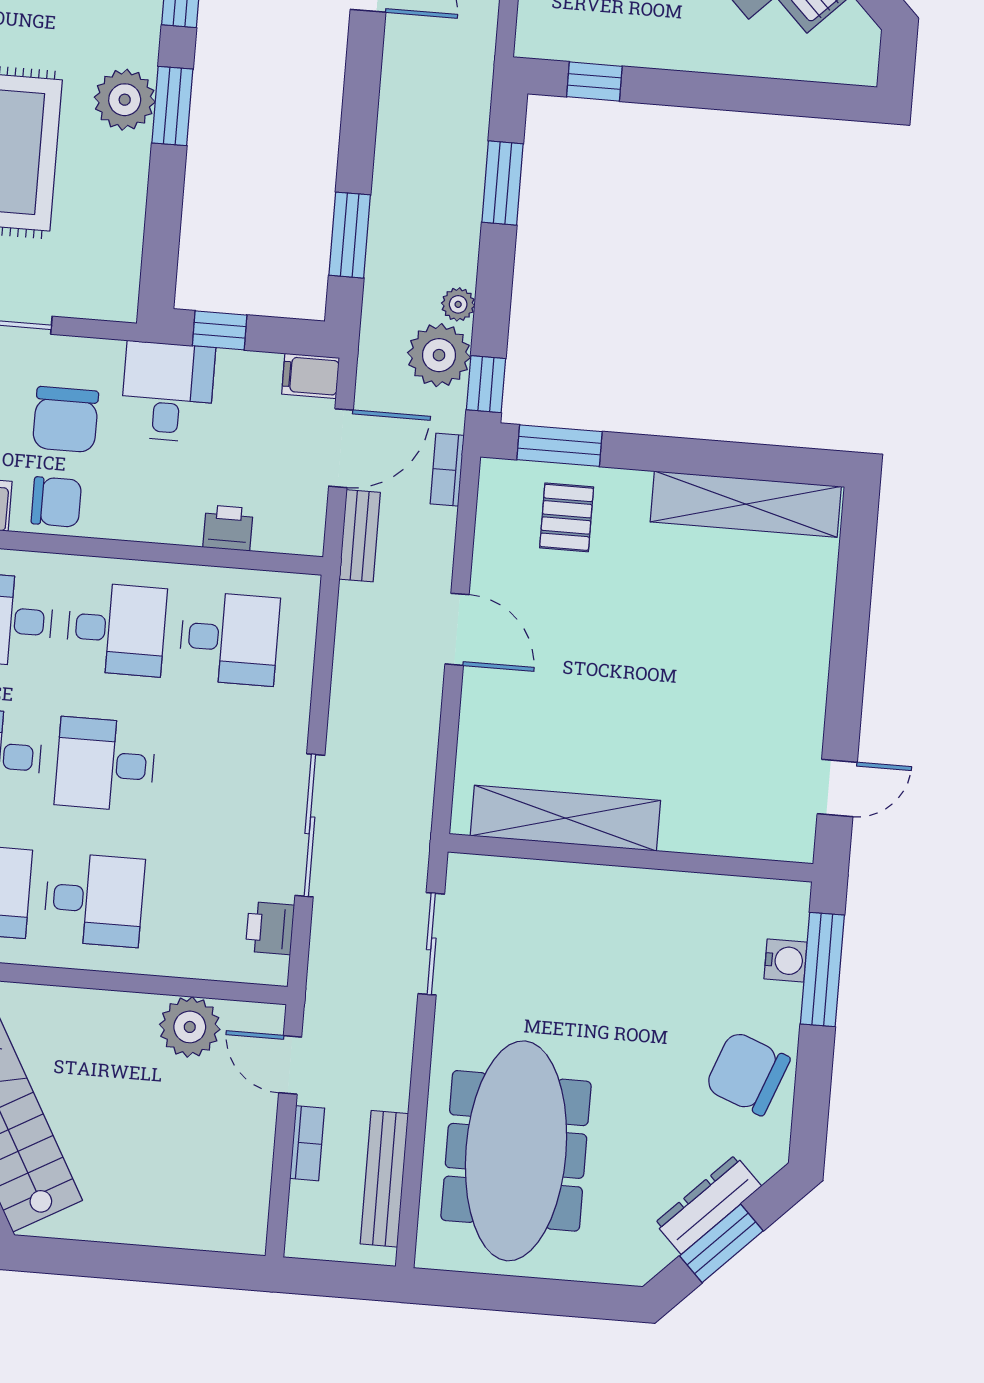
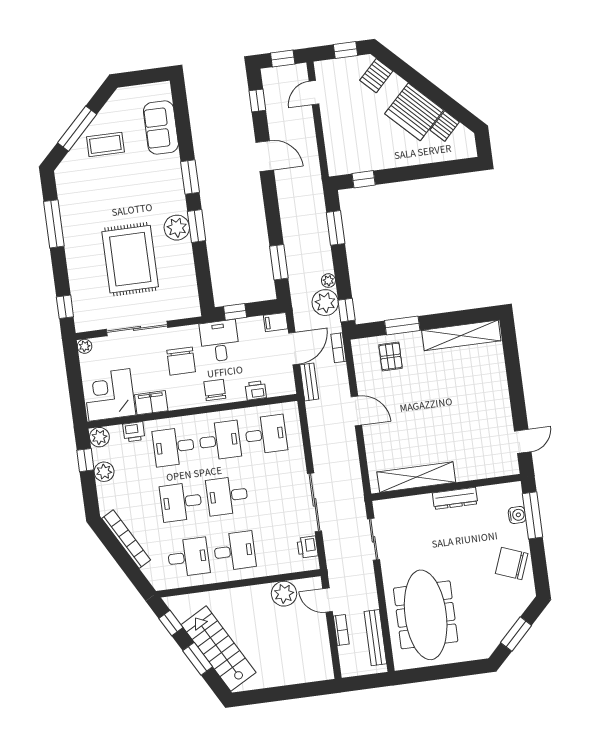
window: (560, 446) -> (402, 326), moved
chair: (56, 502) -> (215, 390), moved, turned -90
dresser: (708, 1205) -> (455, 498), moved, turned -135

